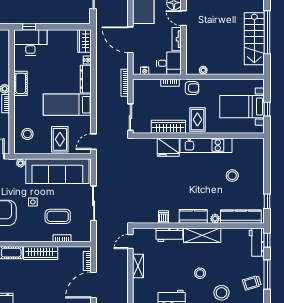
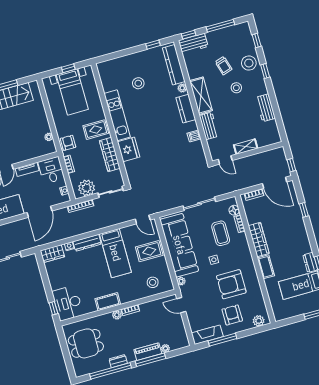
plant: (141, 94) -> (87, 188), added
floor lamp: (77, 236) -> (234, 210), added
trolley: (252, 283) -> (224, 66), moved

